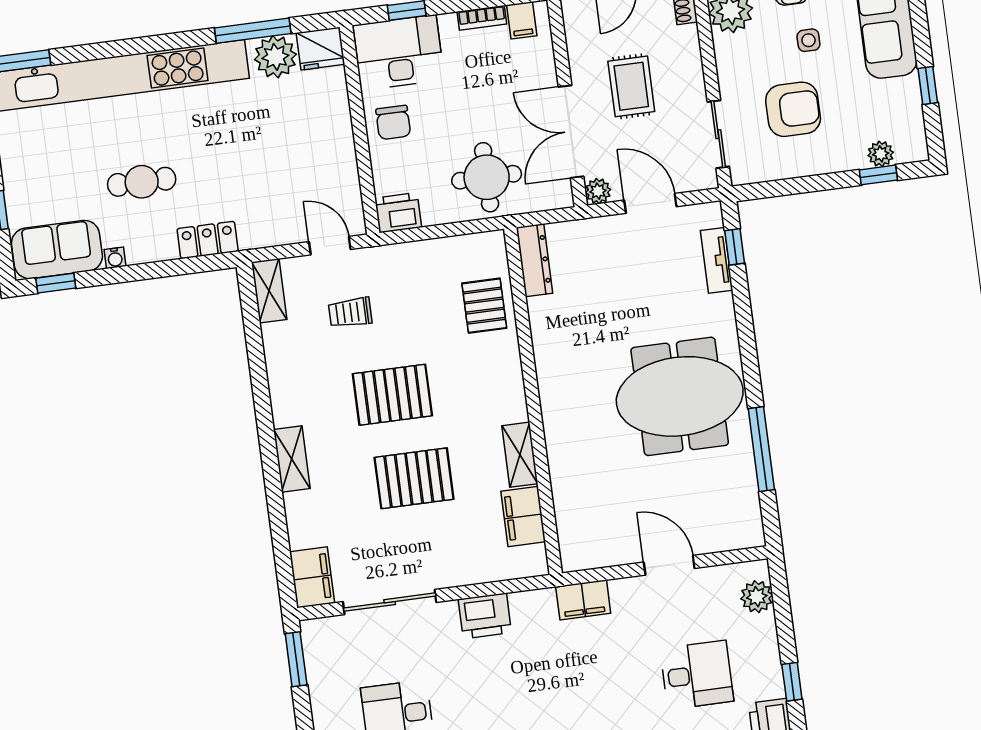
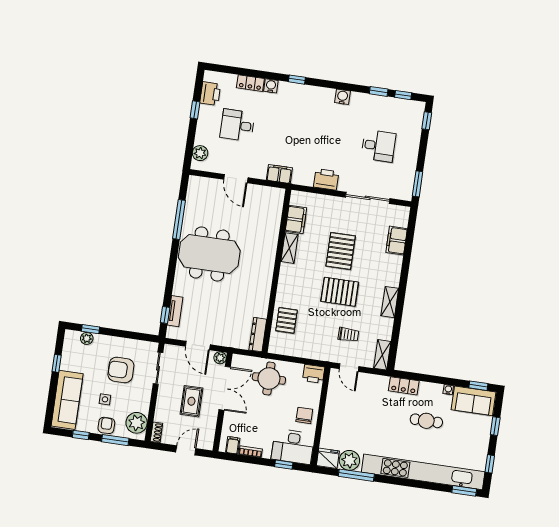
shelving: (292, 459) -> (390, 302), moved
pallet: (414, 478) -> (341, 251), turned 90
filing cabinet: (312, 577) -> (397, 241), moved

